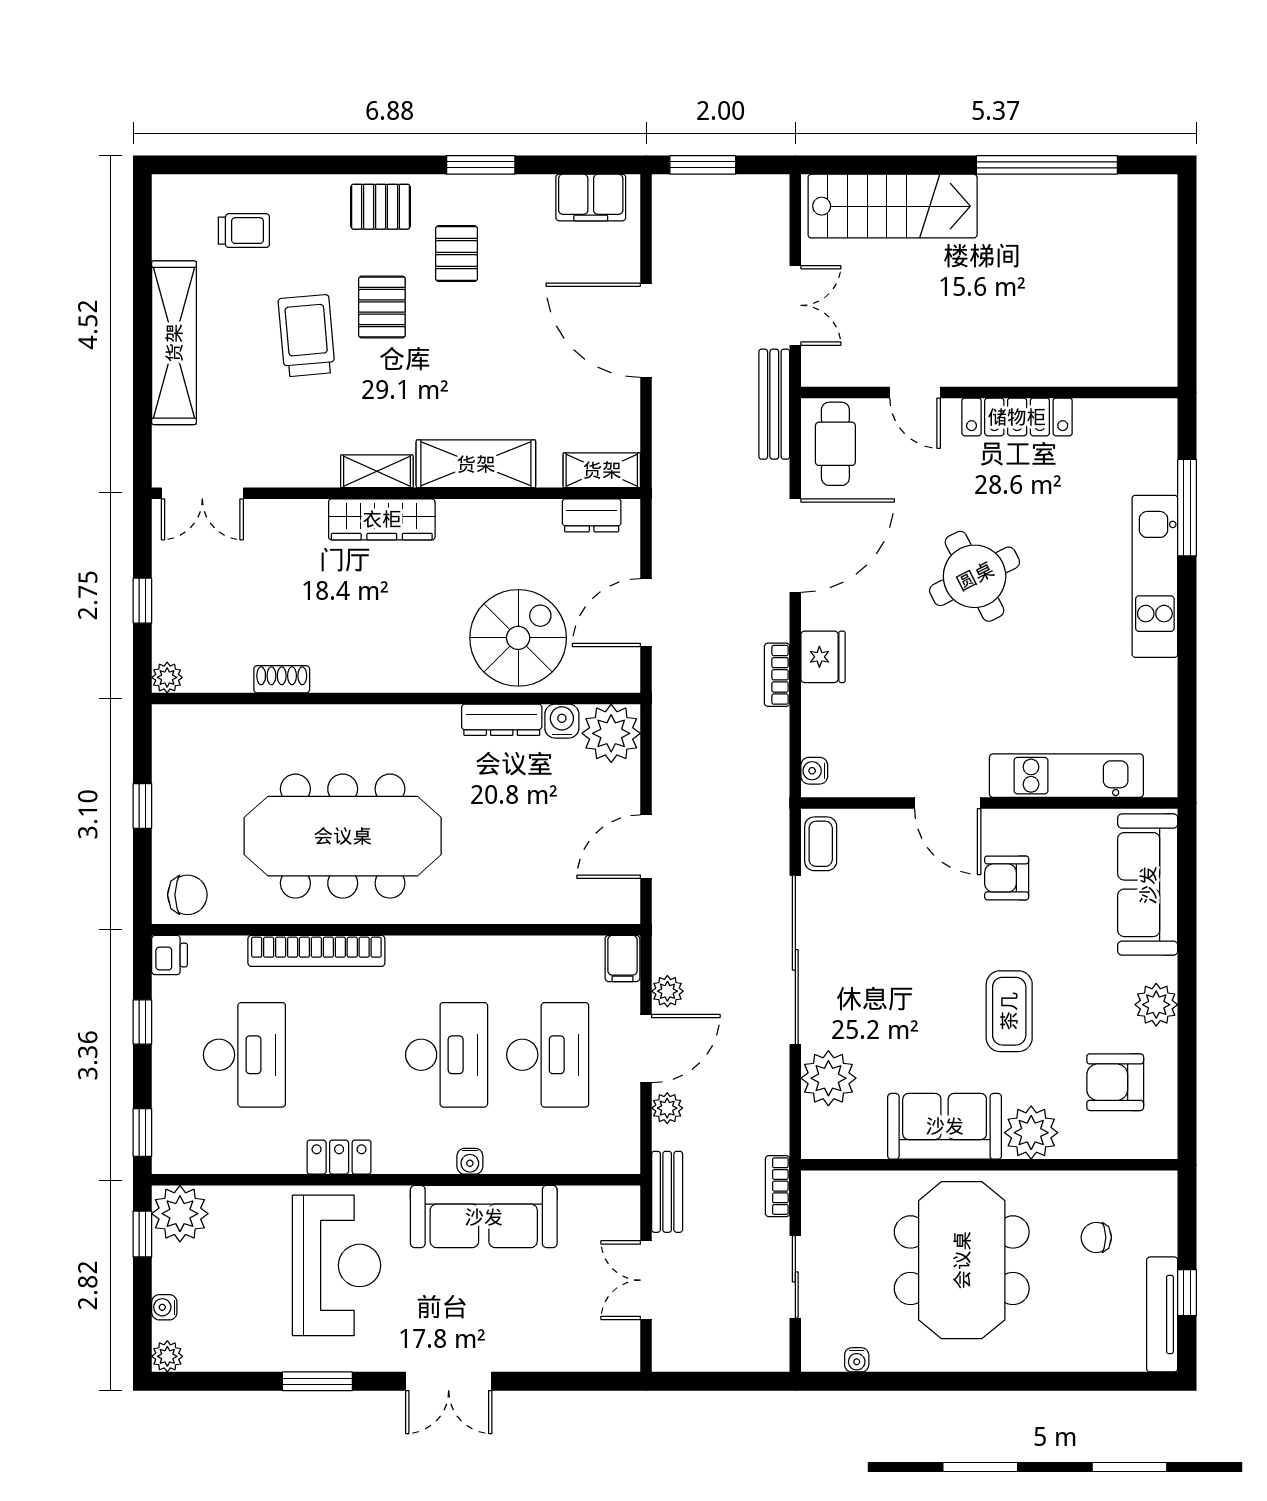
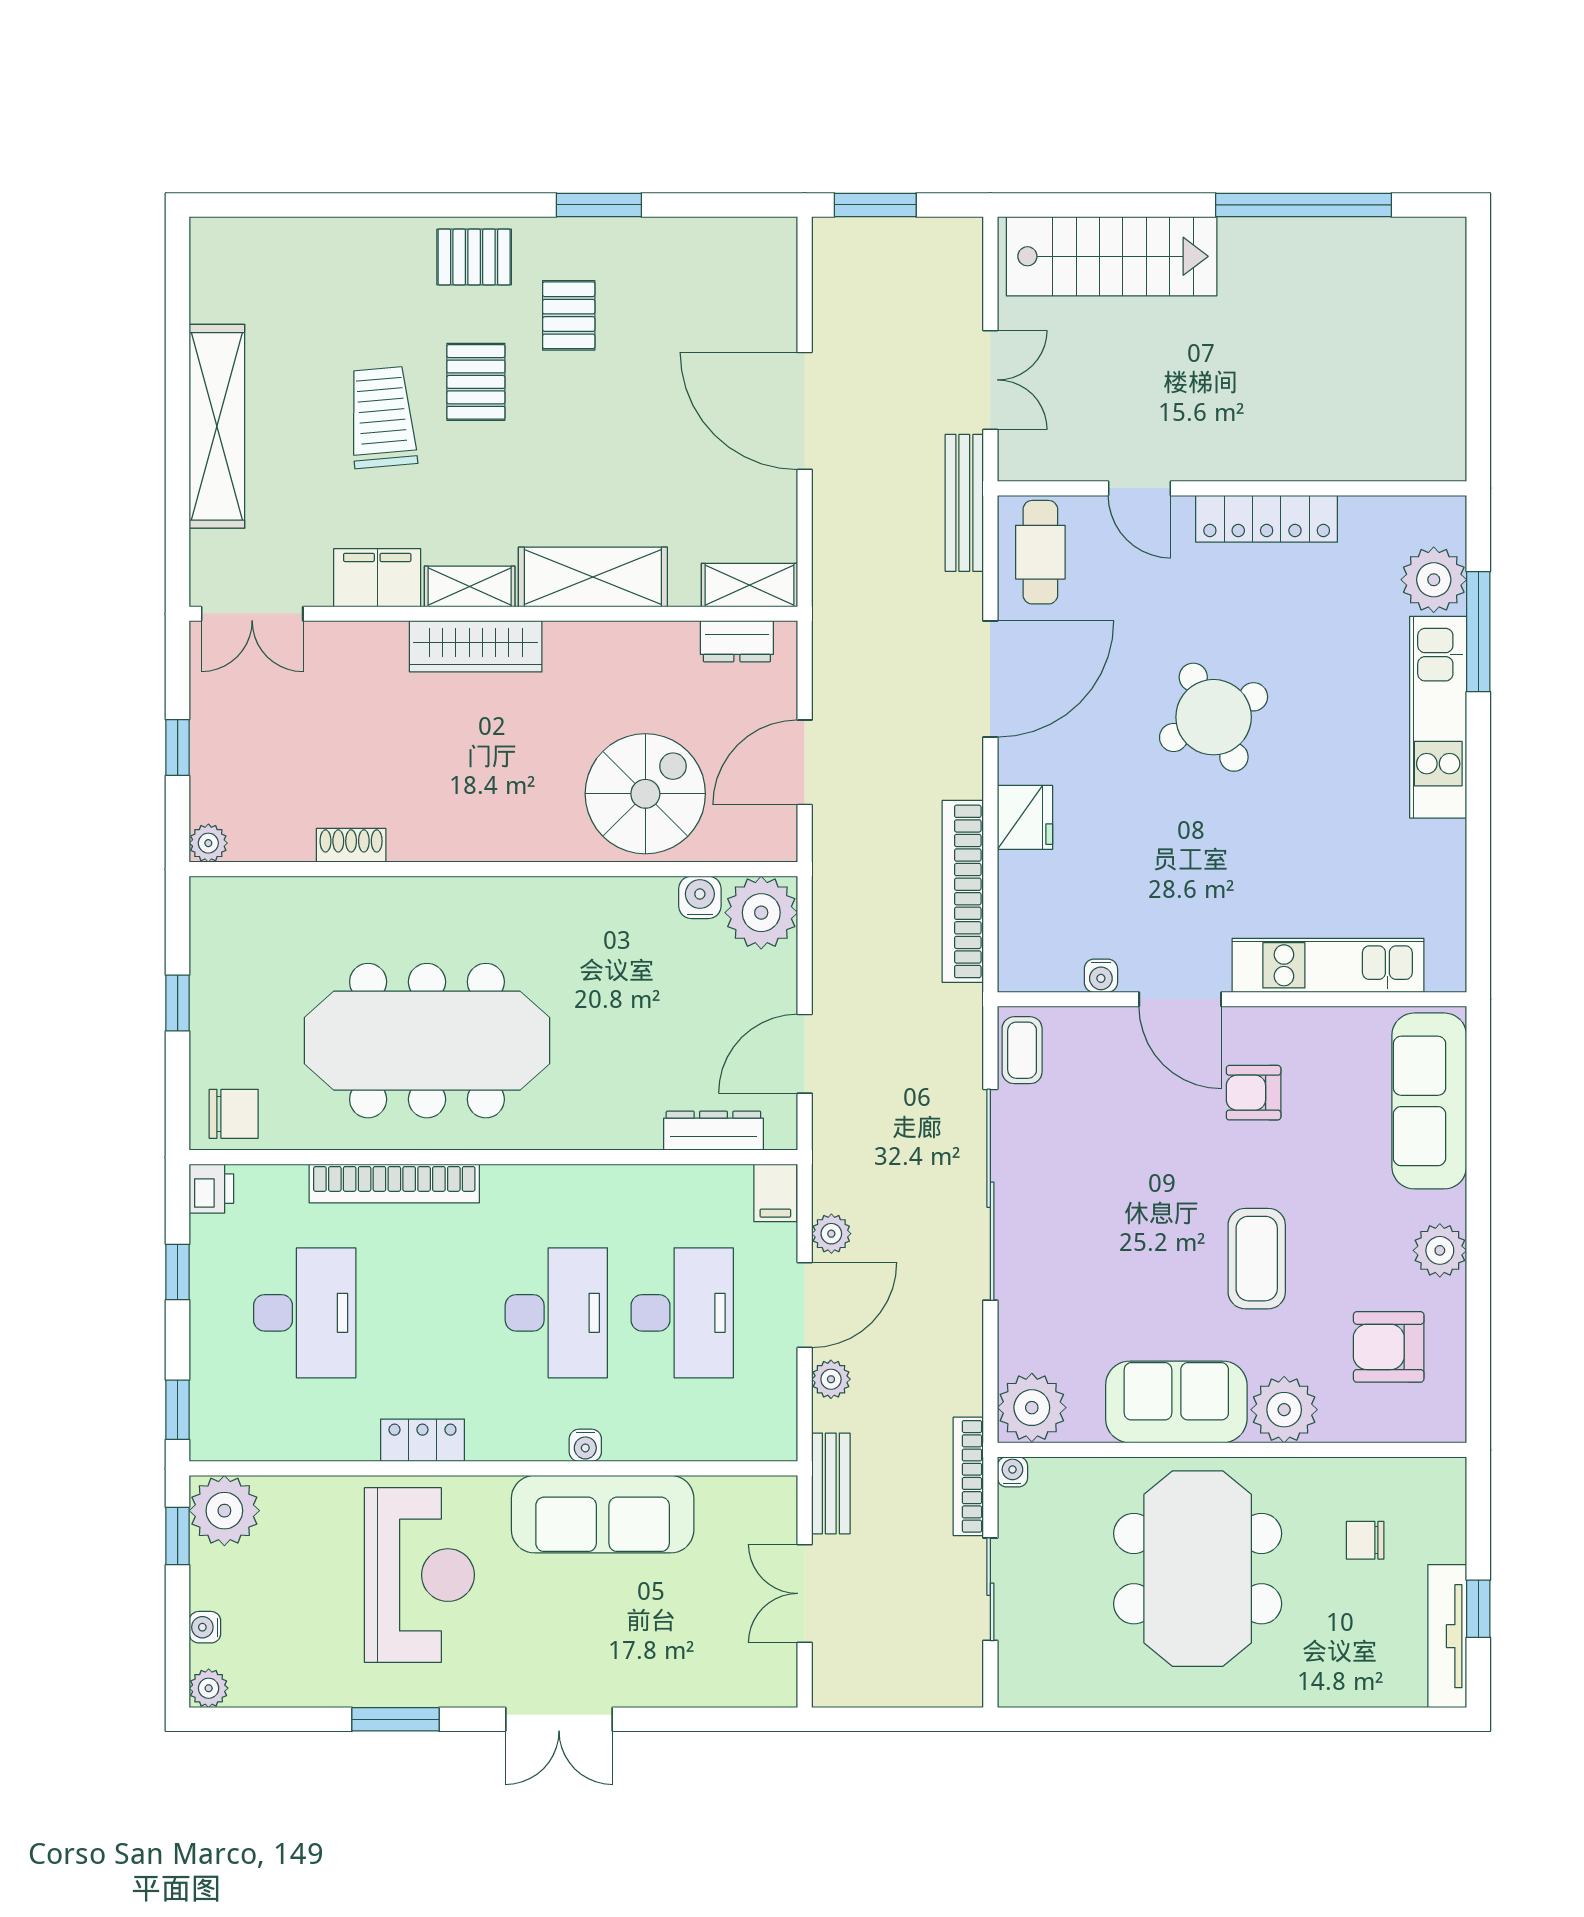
filing cabinet: (591, 198) -> (377, 578), moved, turned 180
trolley: (244, 231) -> (304, 287), removed
plant: (1151, 466) -> (1434, 580), added
bookcase: (777, 675) -> (963, 891), width x2.31, depth x1.31
dresser: (502, 720) -> (713, 1131), moved, turned 180
water cooler: (814, 771) -> (1101, 976), moved, turned -90
plant: (828, 1078) -> (1032, 1408), moved
bookcase: (778, 1186) -> (968, 1476), width x1.56
water cooler: (857, 1360) -> (1012, 1472), moved, turned 180

